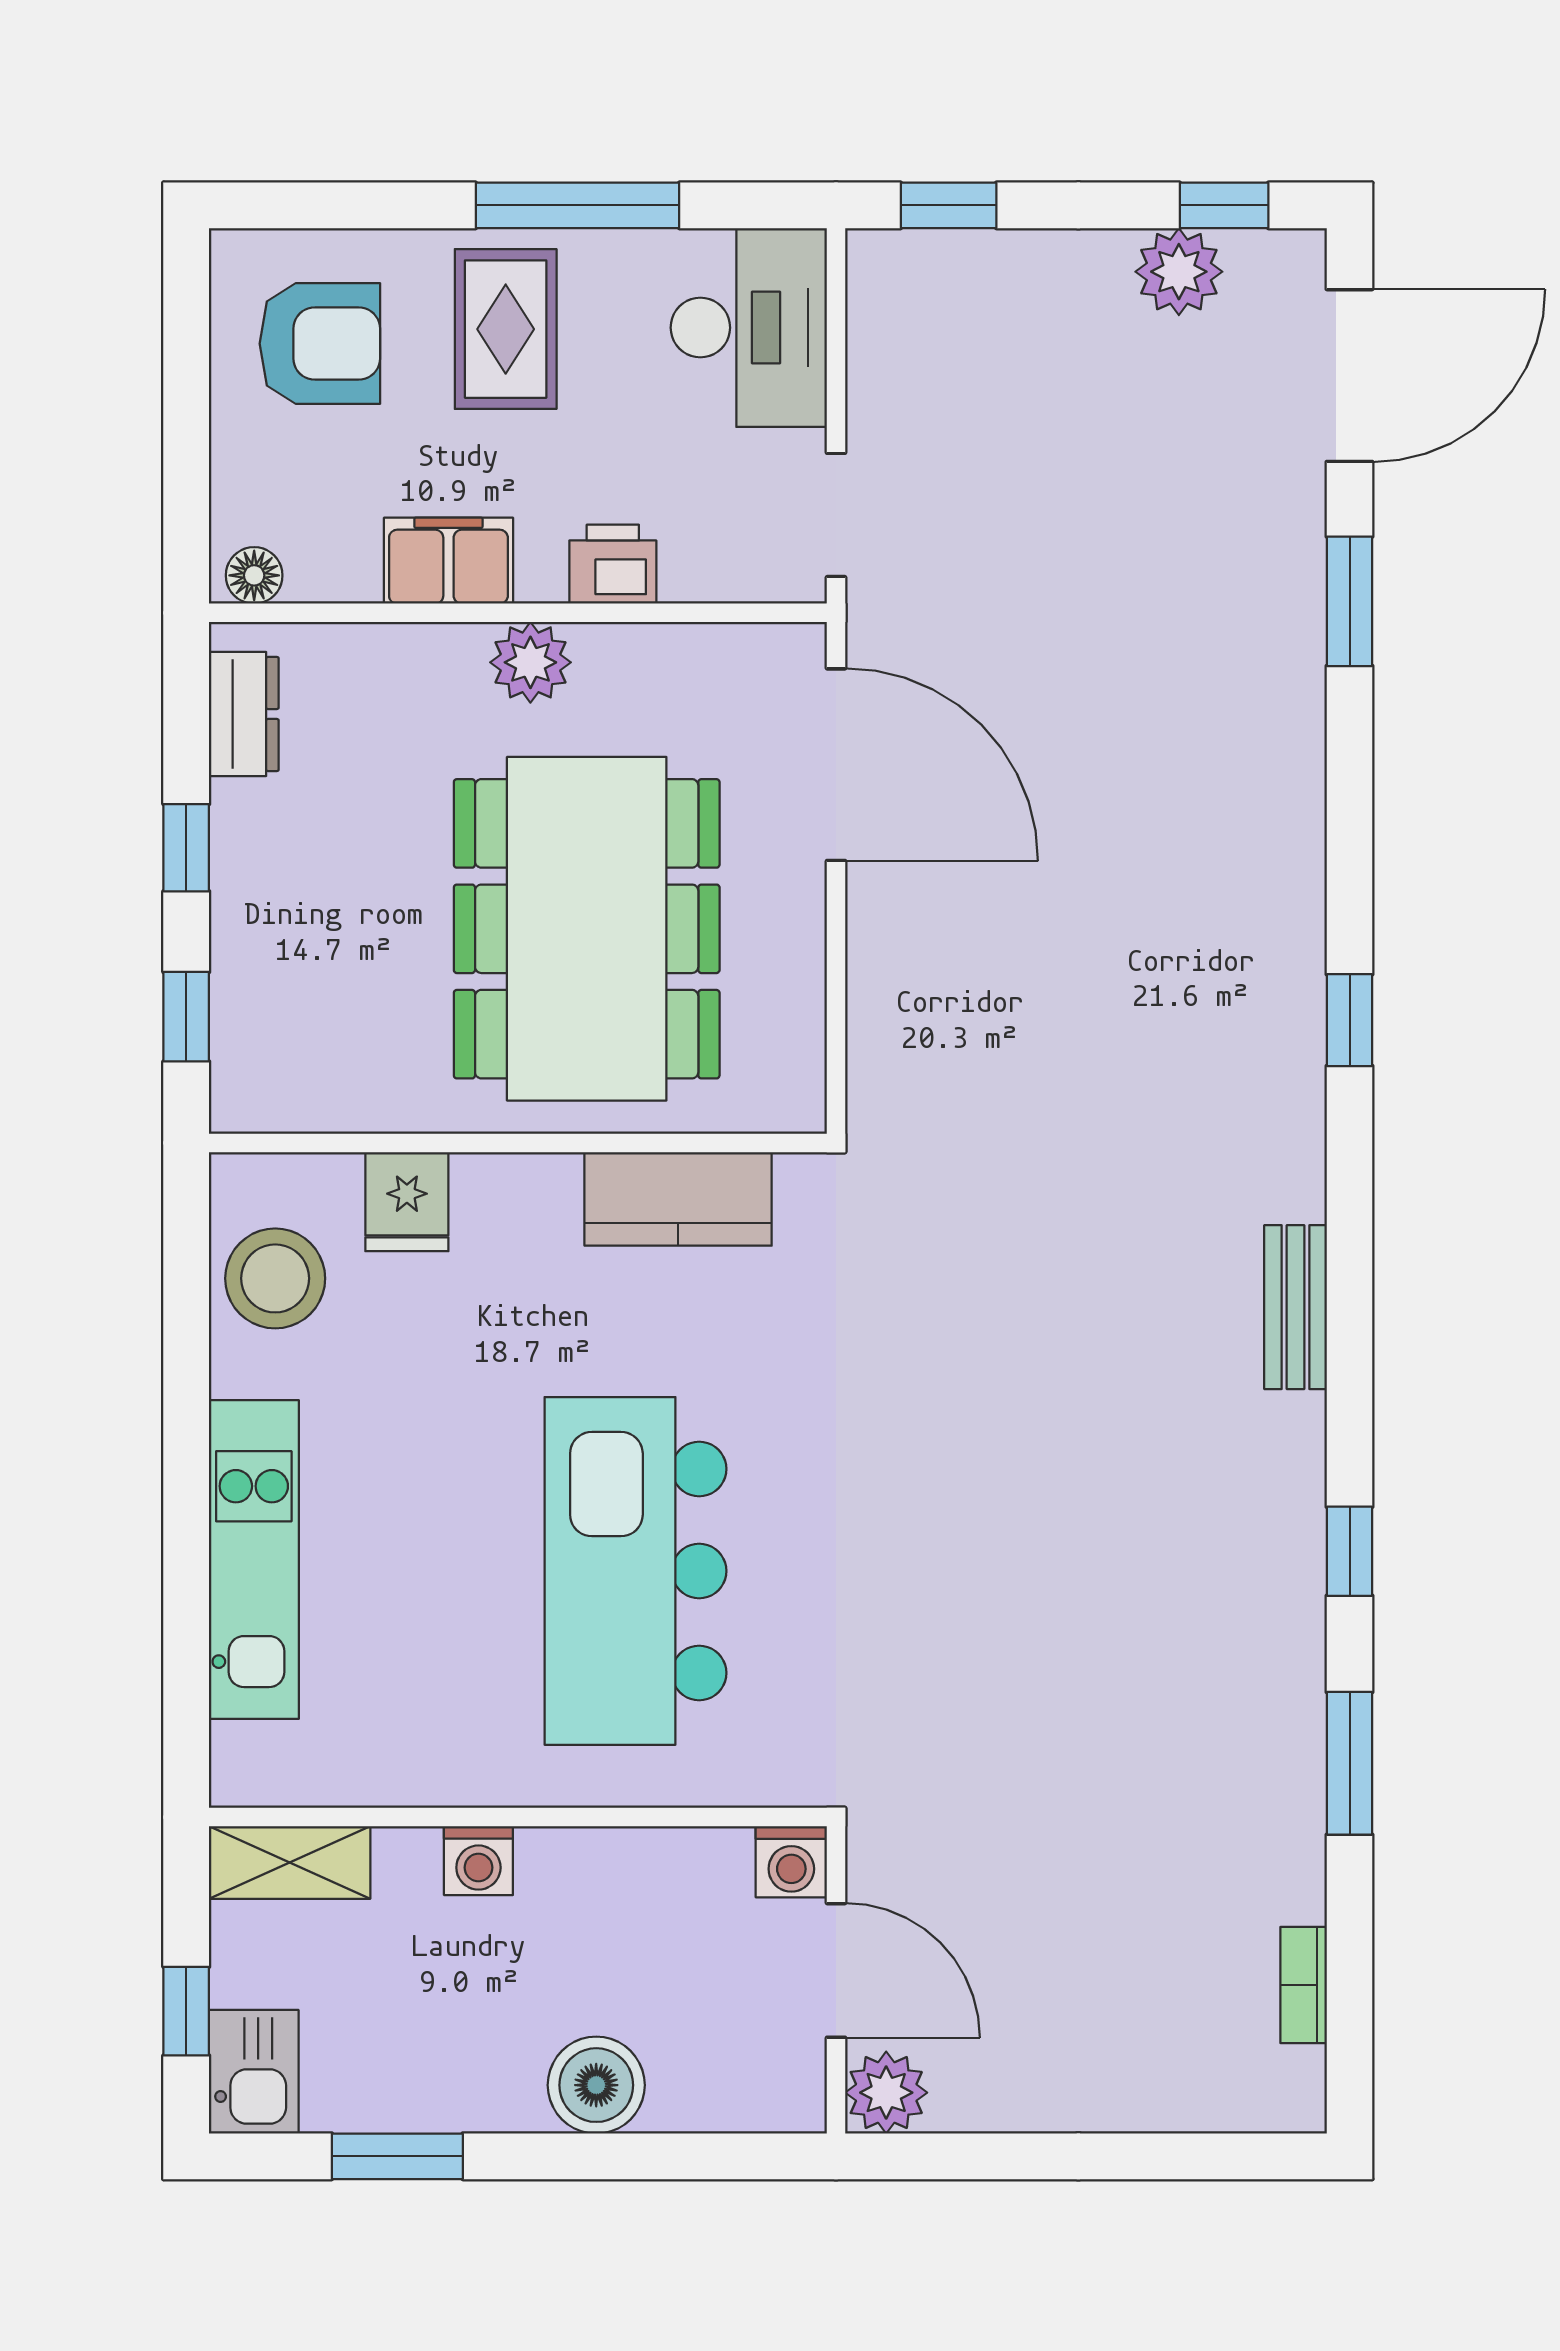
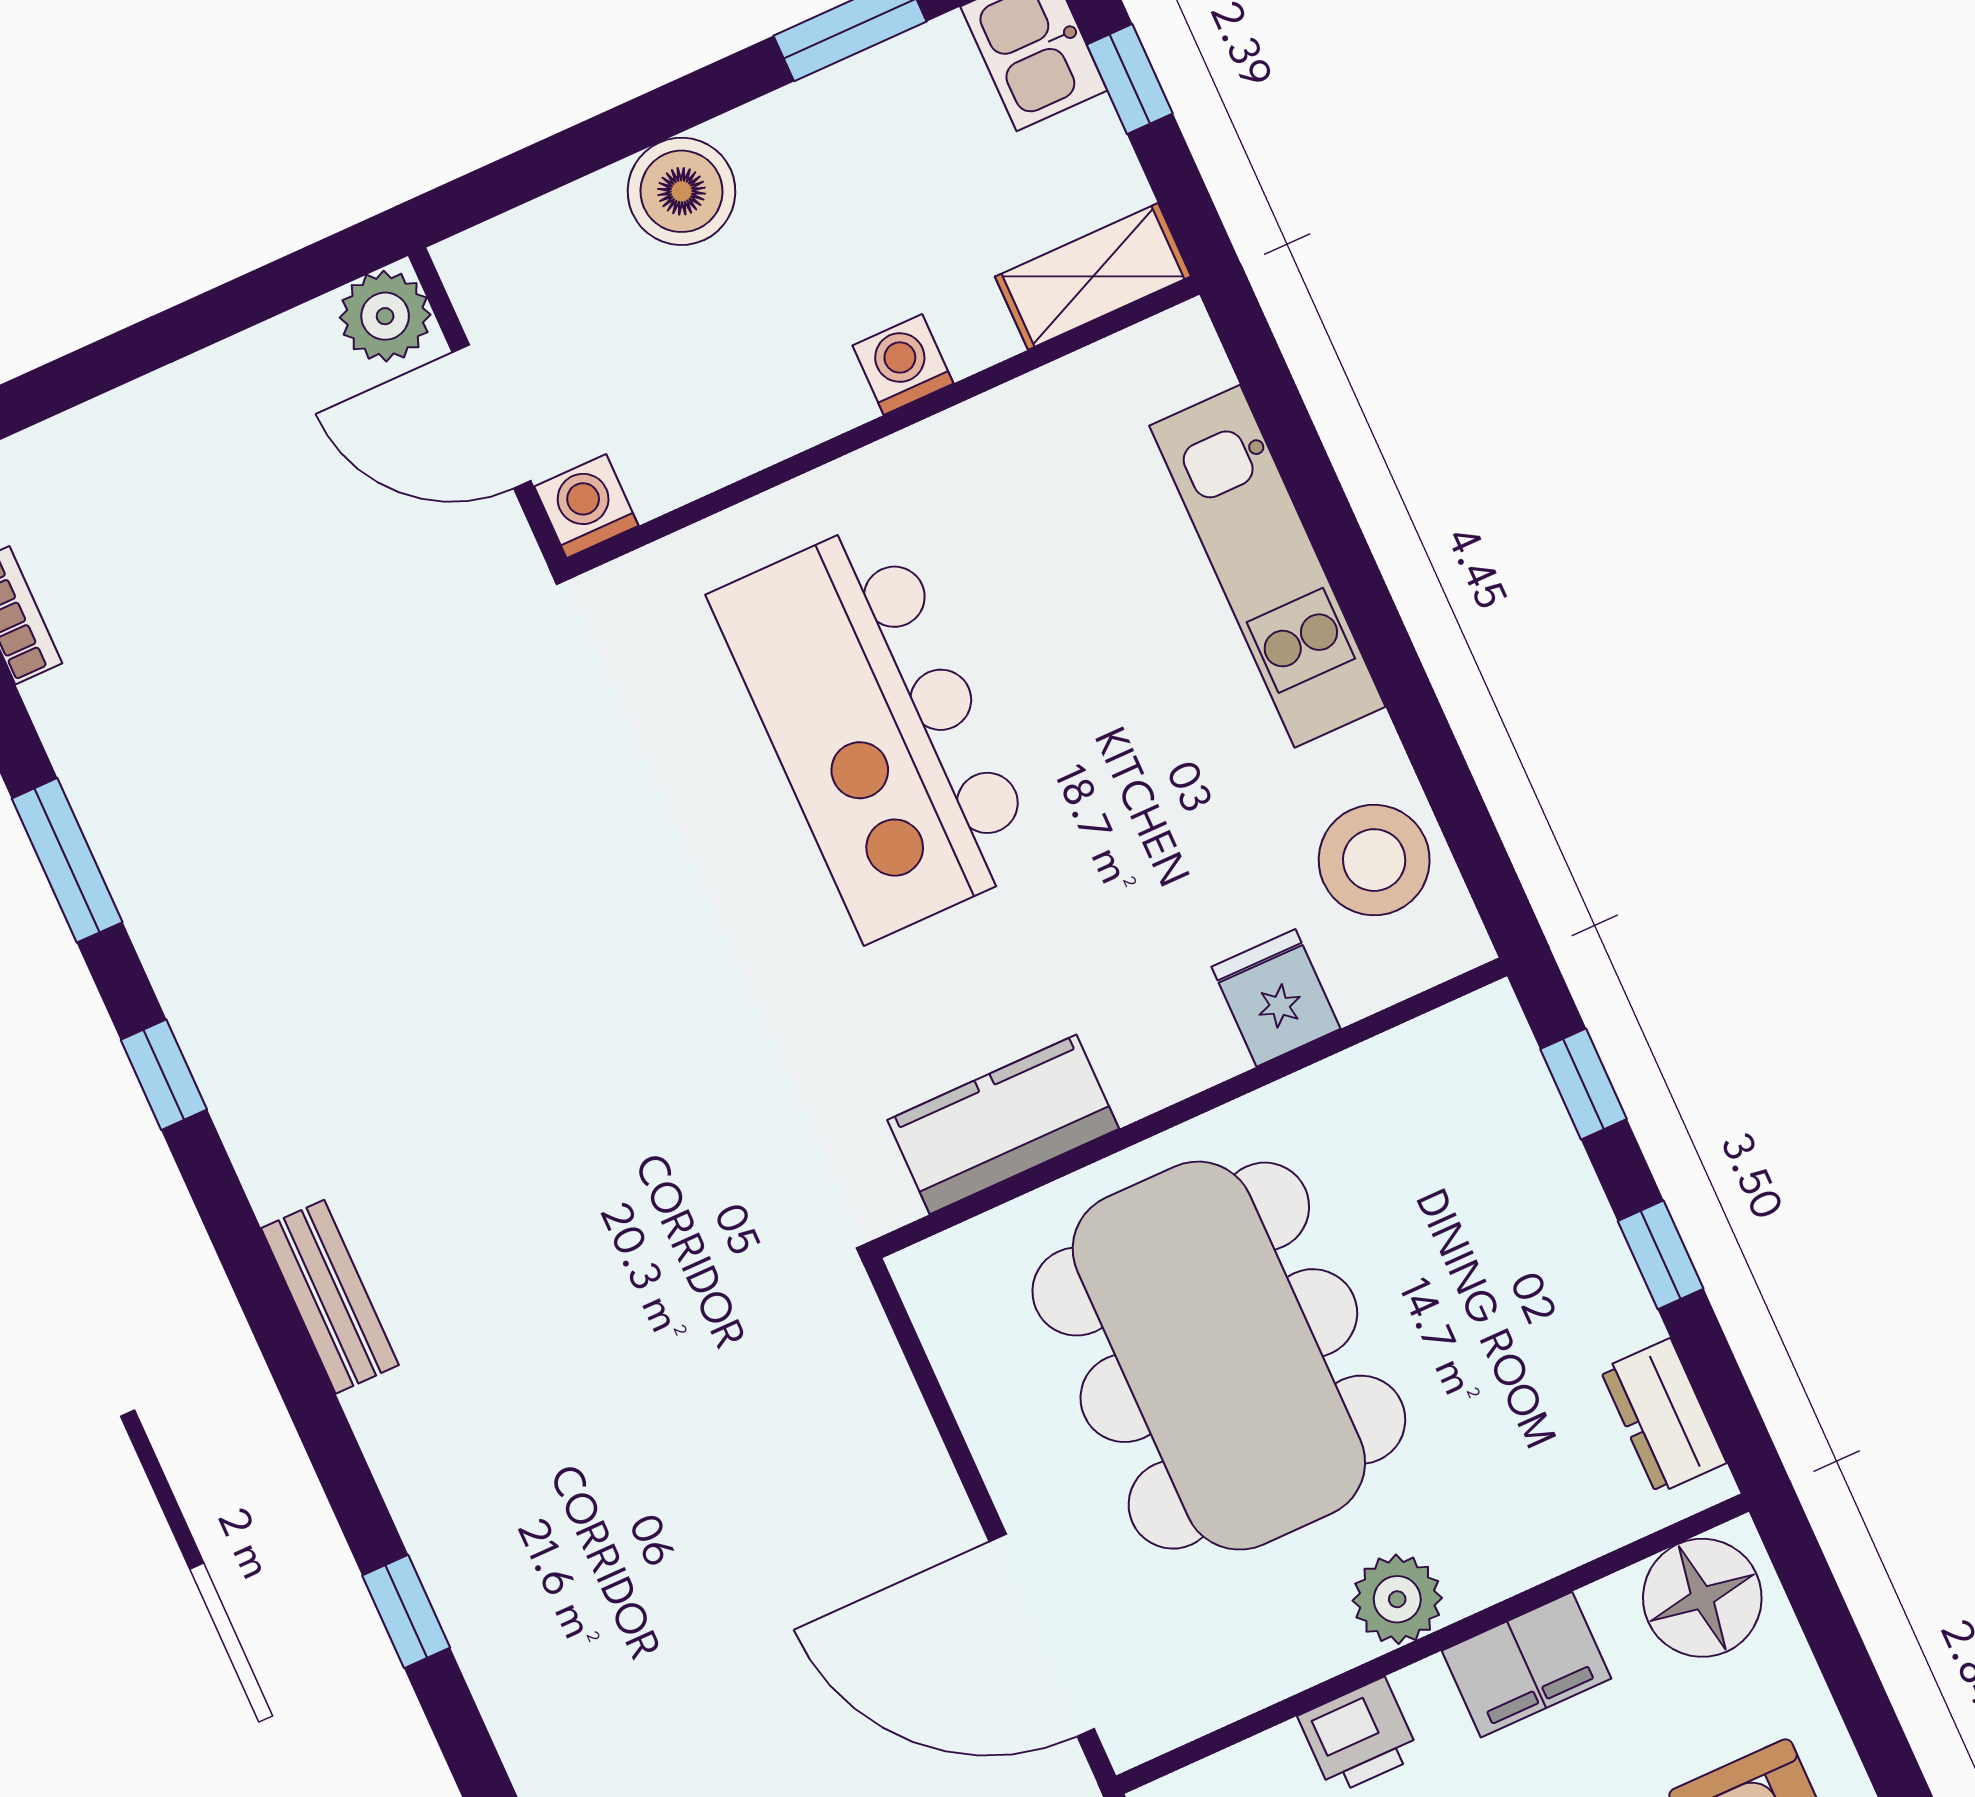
floor lamp: (254, 575) -> (1702, 1598), width x1.89, depth x1.89
kitchen island: (635, 1571) -> (876, 729), turned 180

